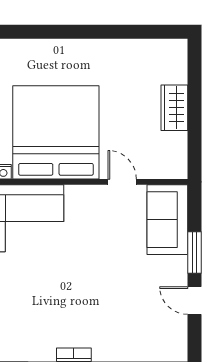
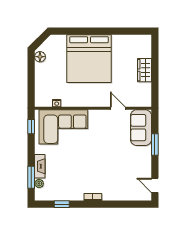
bed: (56, 132) -> (89, 59), moved, turned 180
door: (195, 301) -> (155, 185), moved

